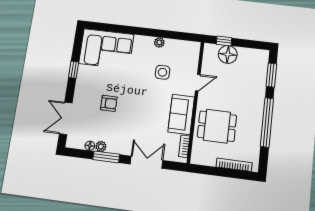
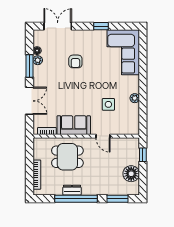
floor lamp: (228, 54) -> (131, 174), moved
dining table: (217, 126) -> (67, 157), turned 90
dresser: (256, 126) -> (72, 190), added

